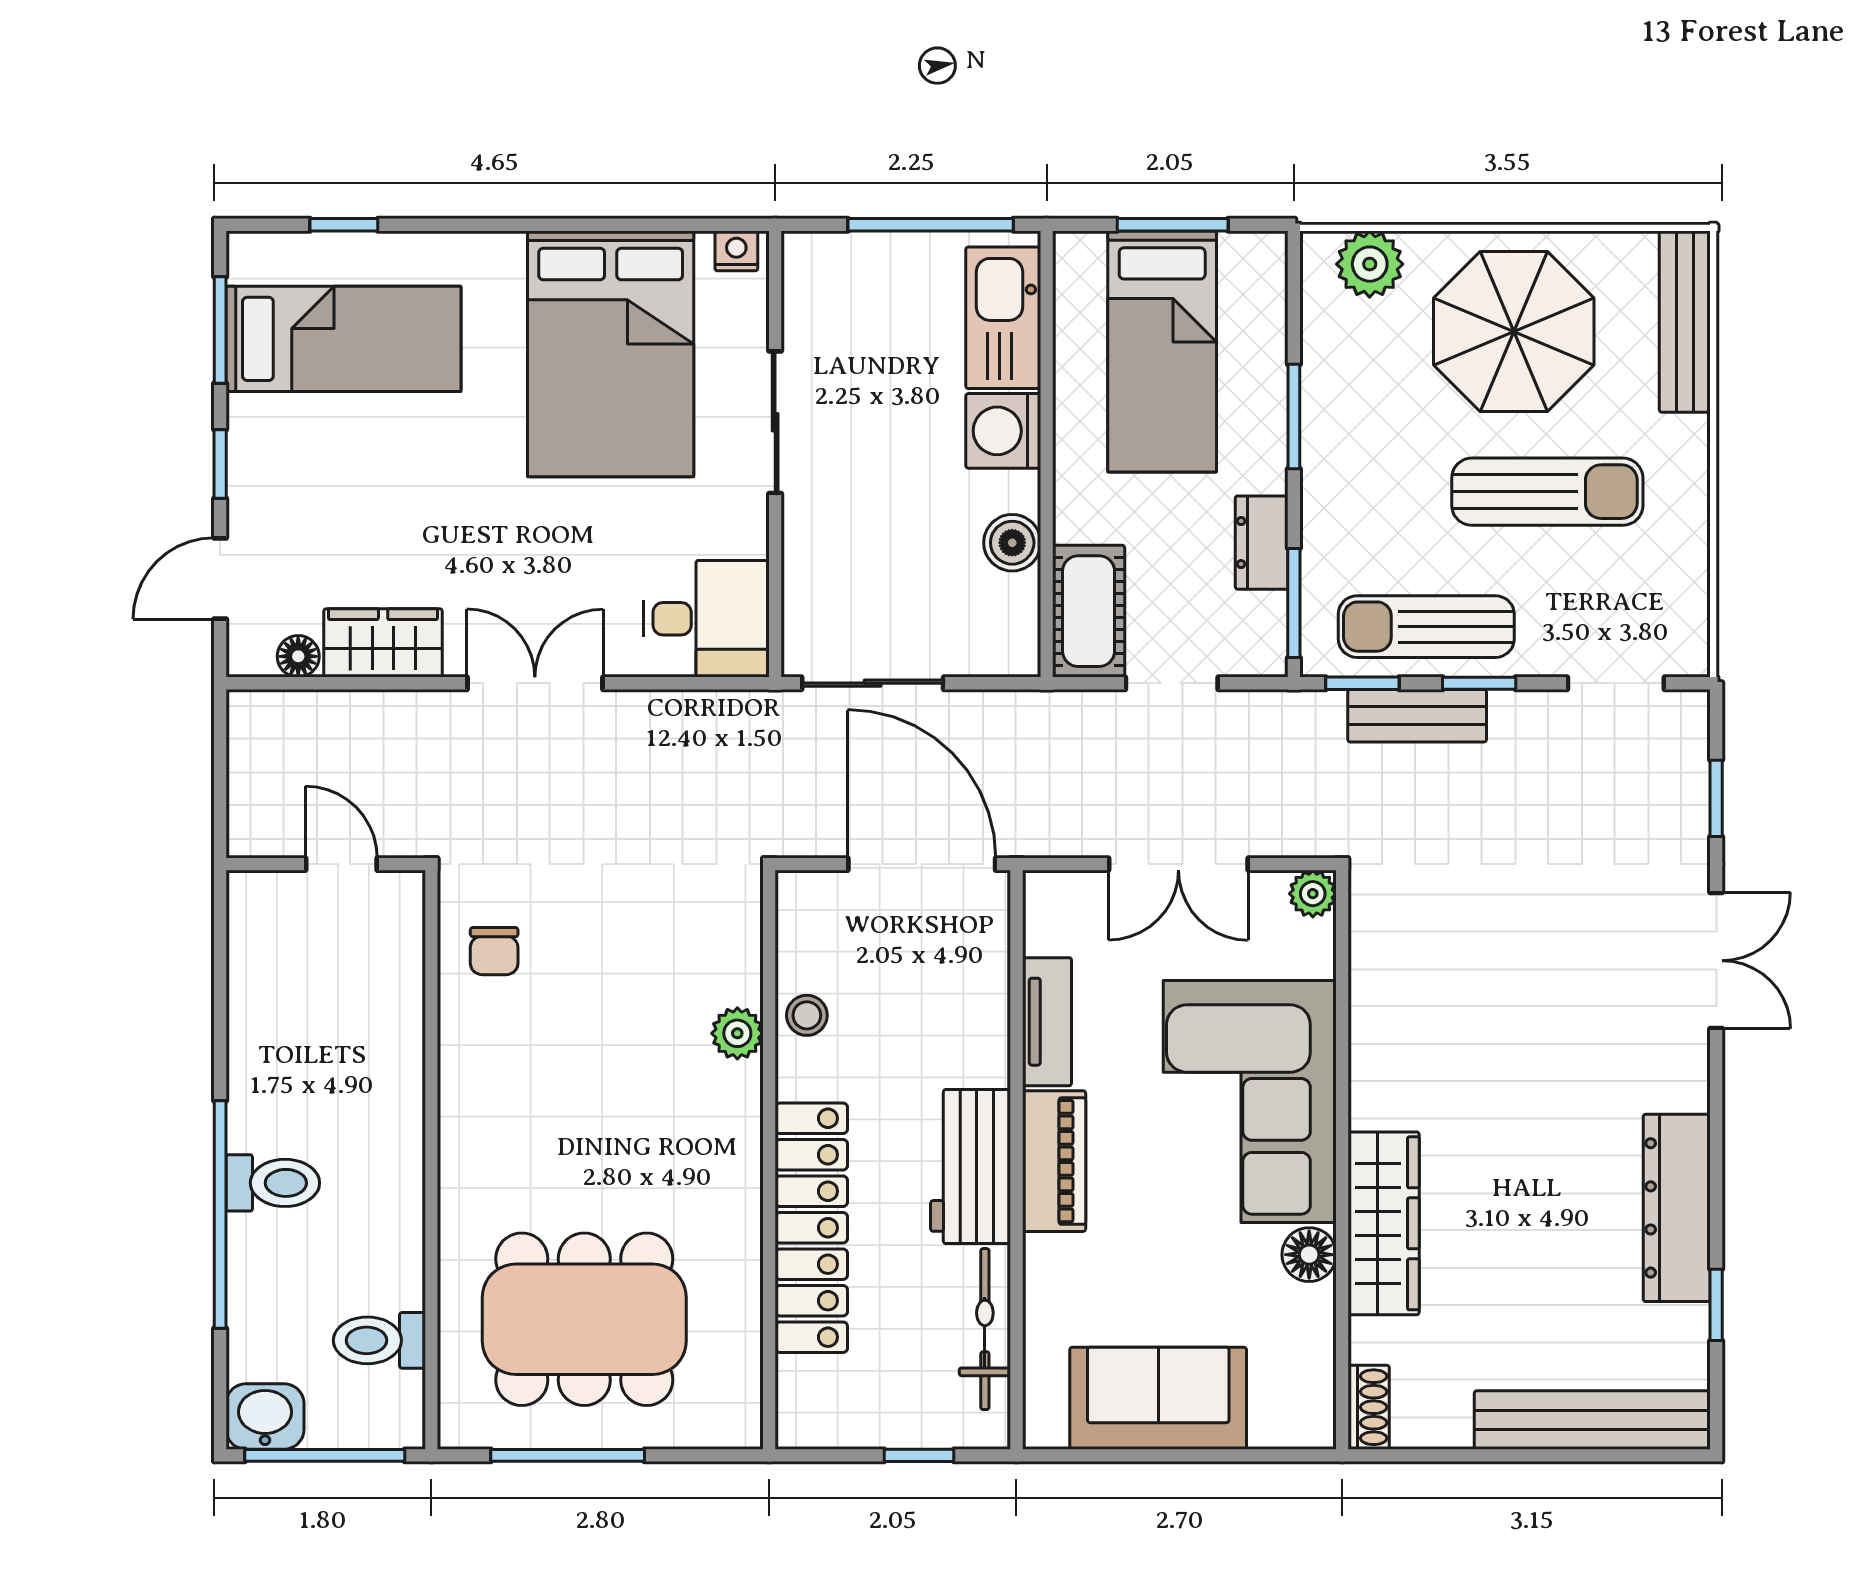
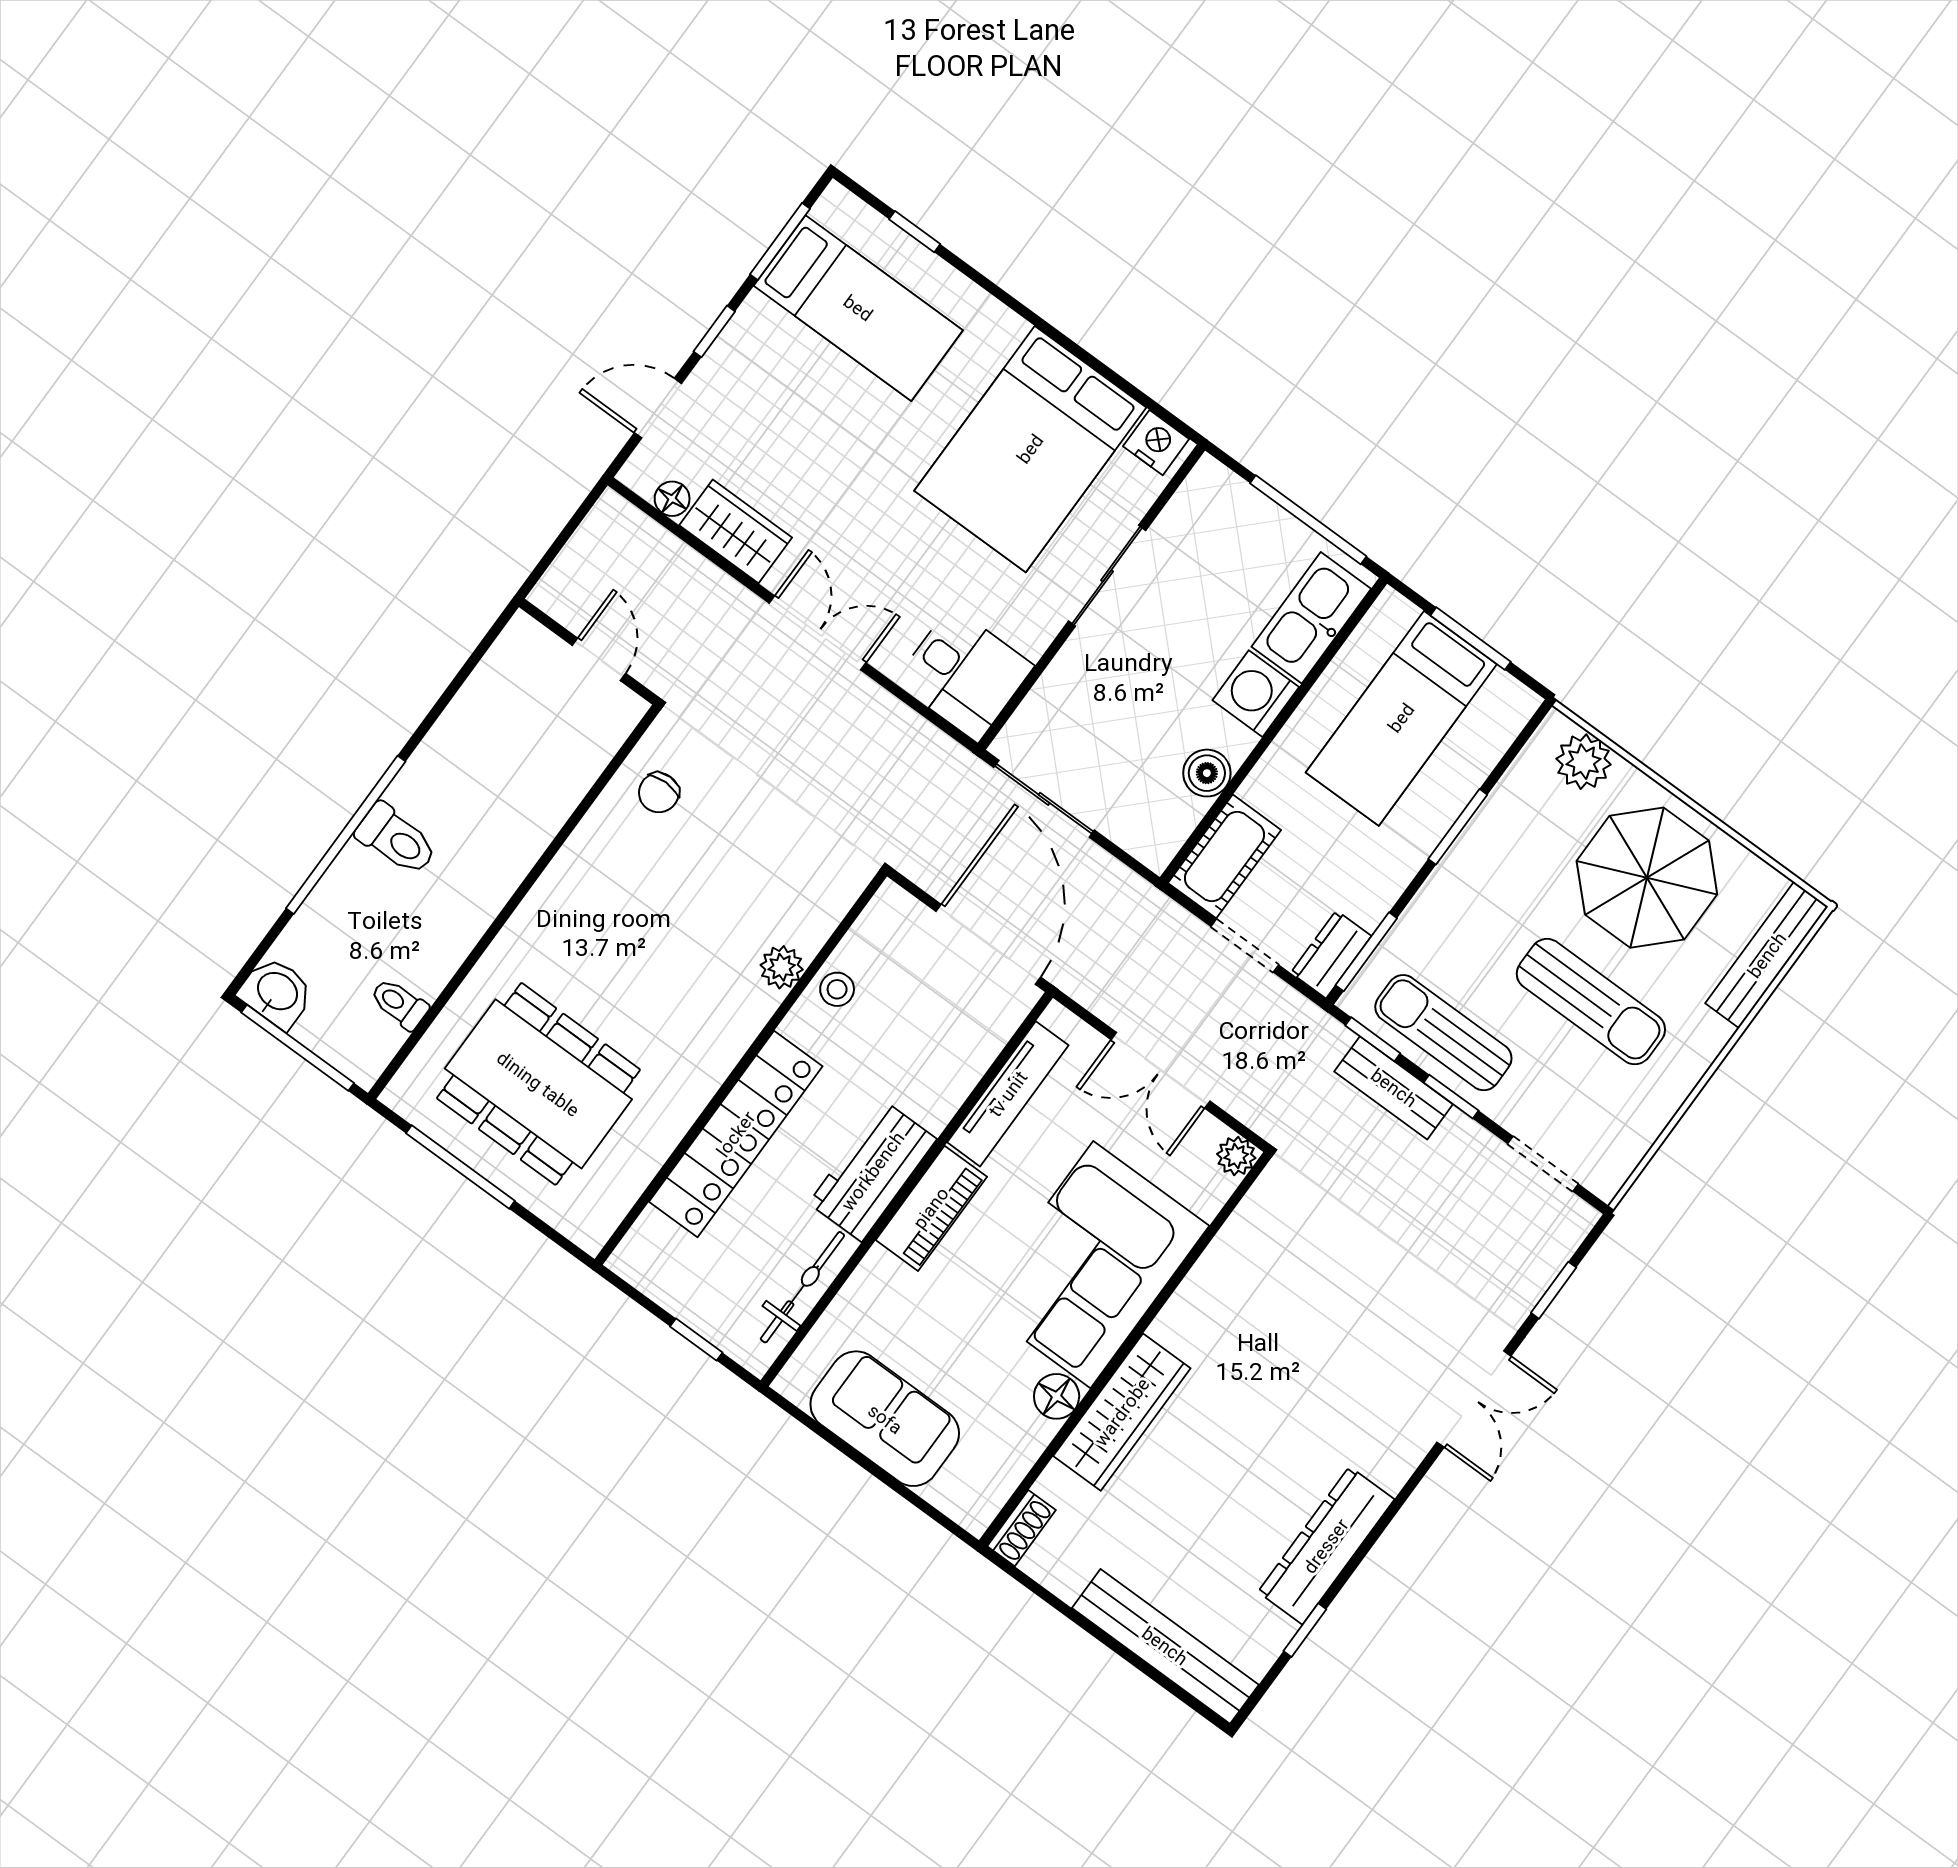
nightstand: (736, 251) -> (1156, 443), width x1.39, depth x1.35
dresser: (1262, 543) -> (1331, 954), moved
tv unit: (1047, 1022) -> (1008, 1094), width x1.41
toilet: (379, 1340) -> (399, 1004), width x0.73, depth x0.72

